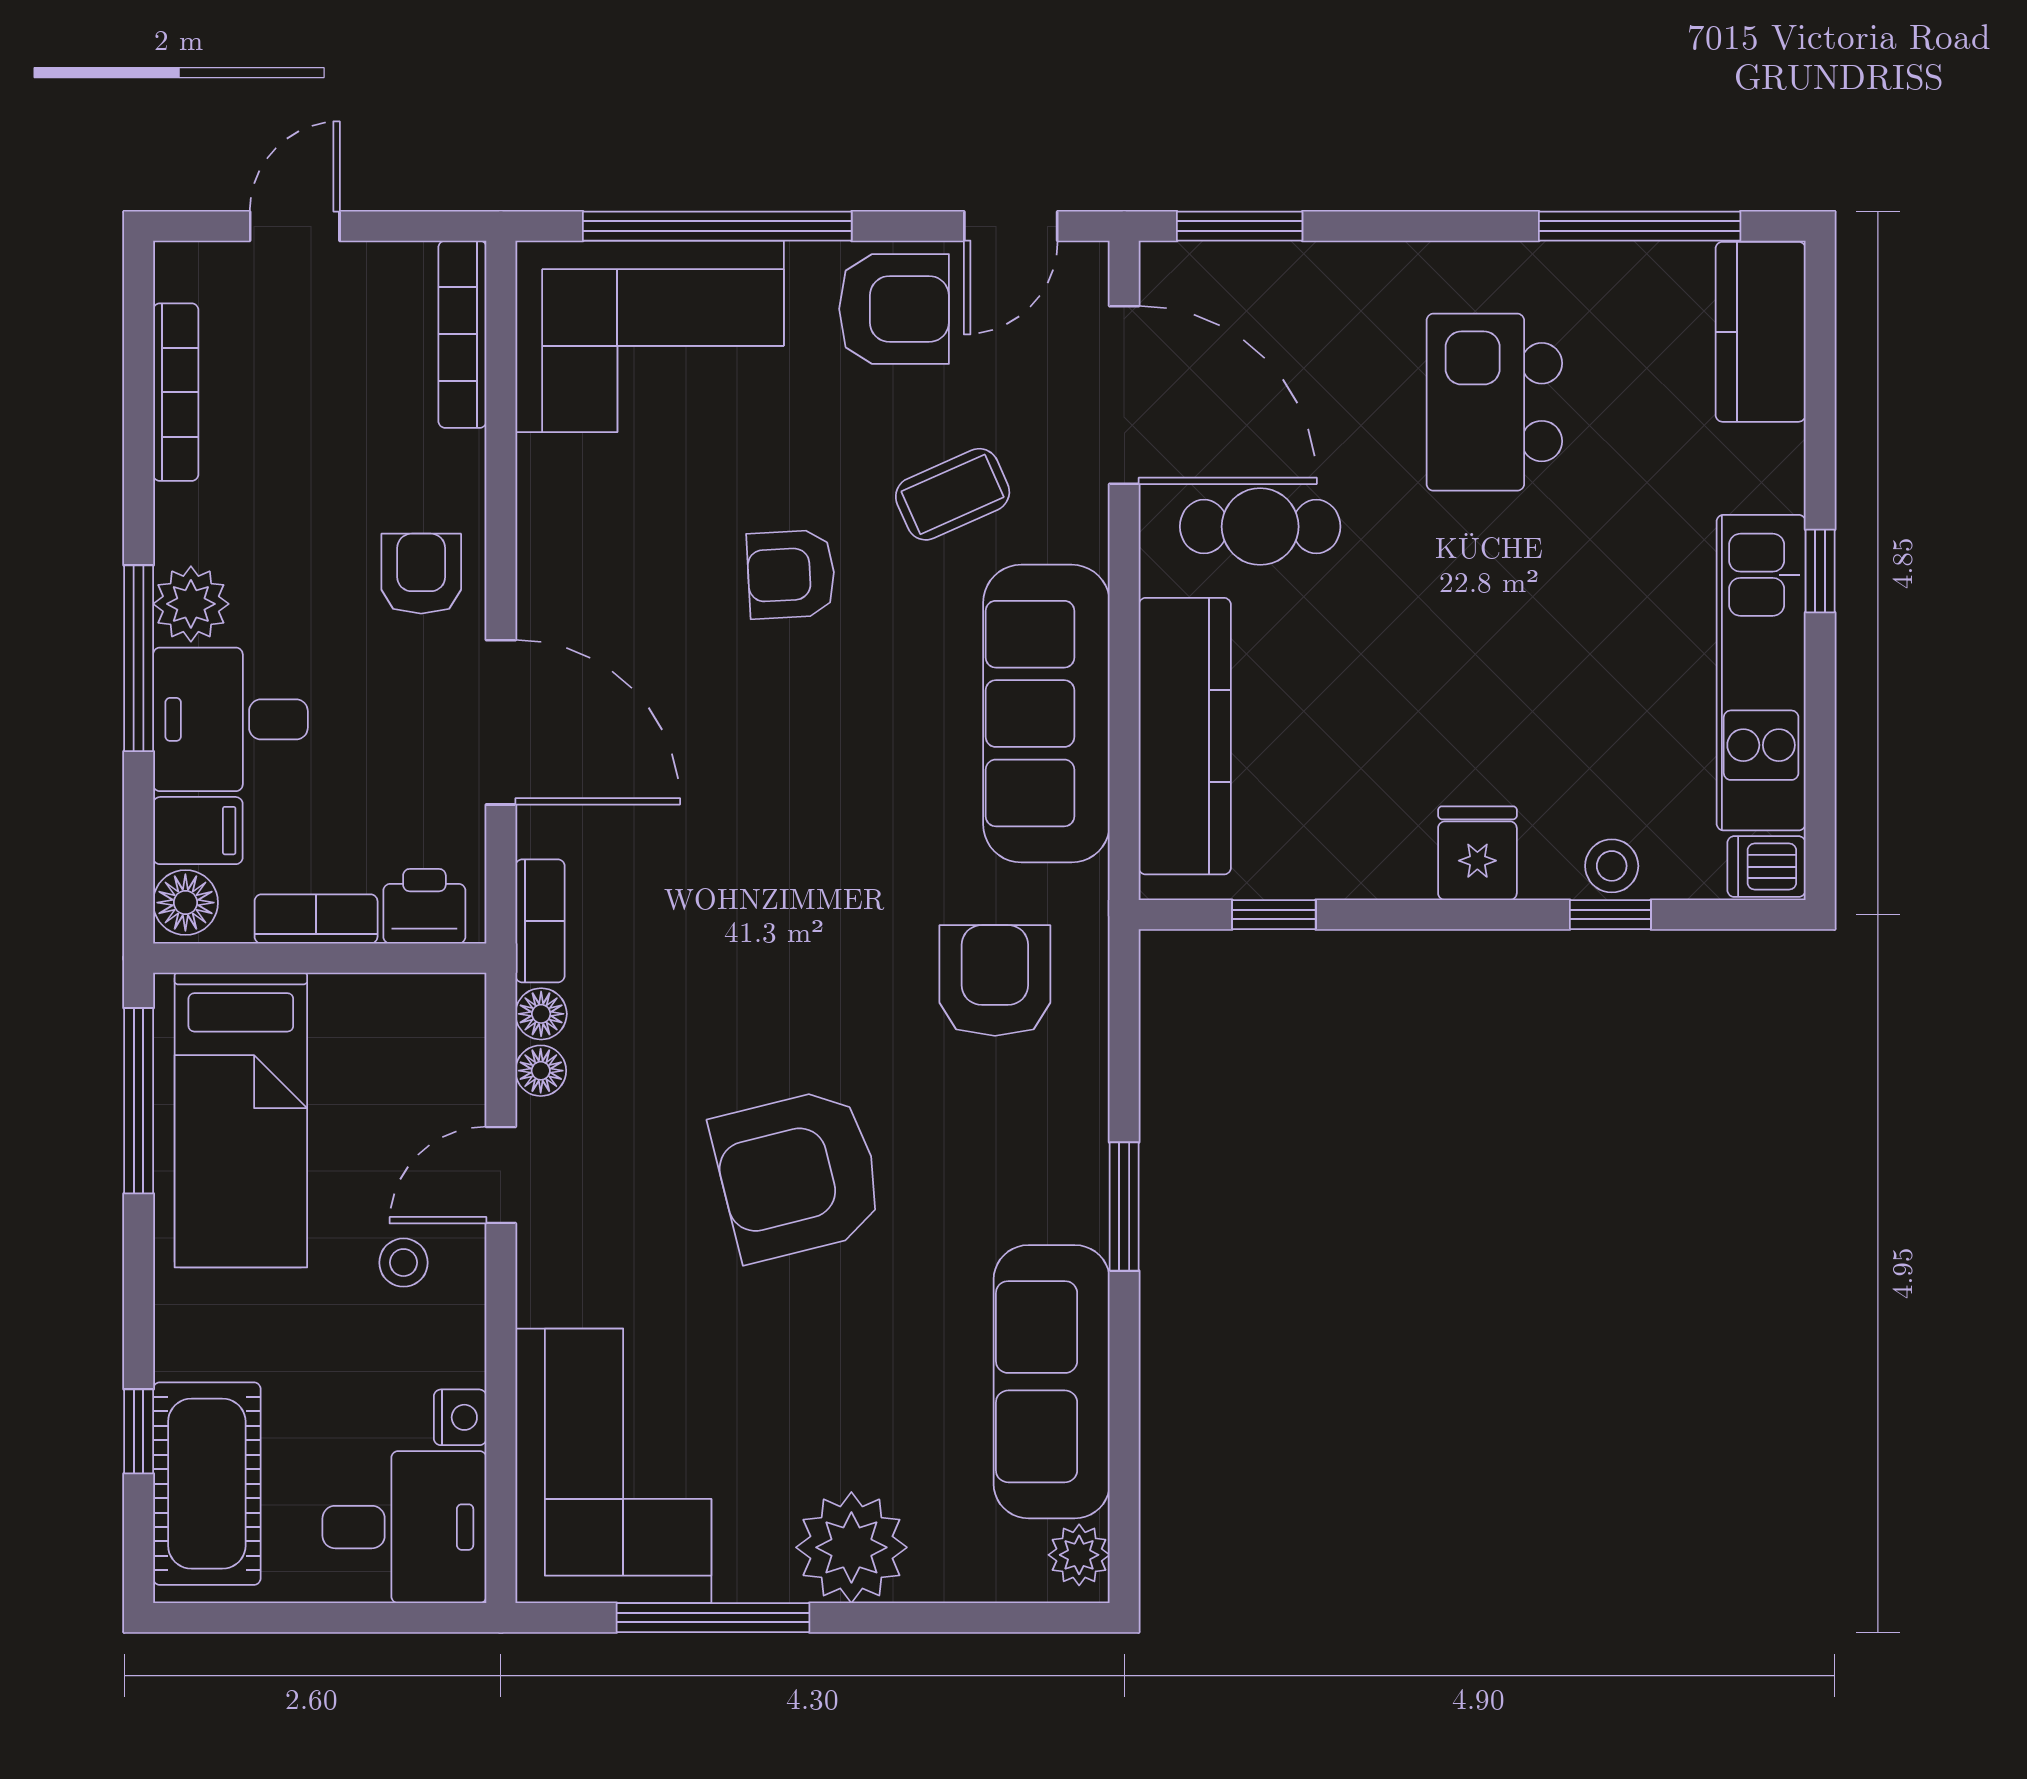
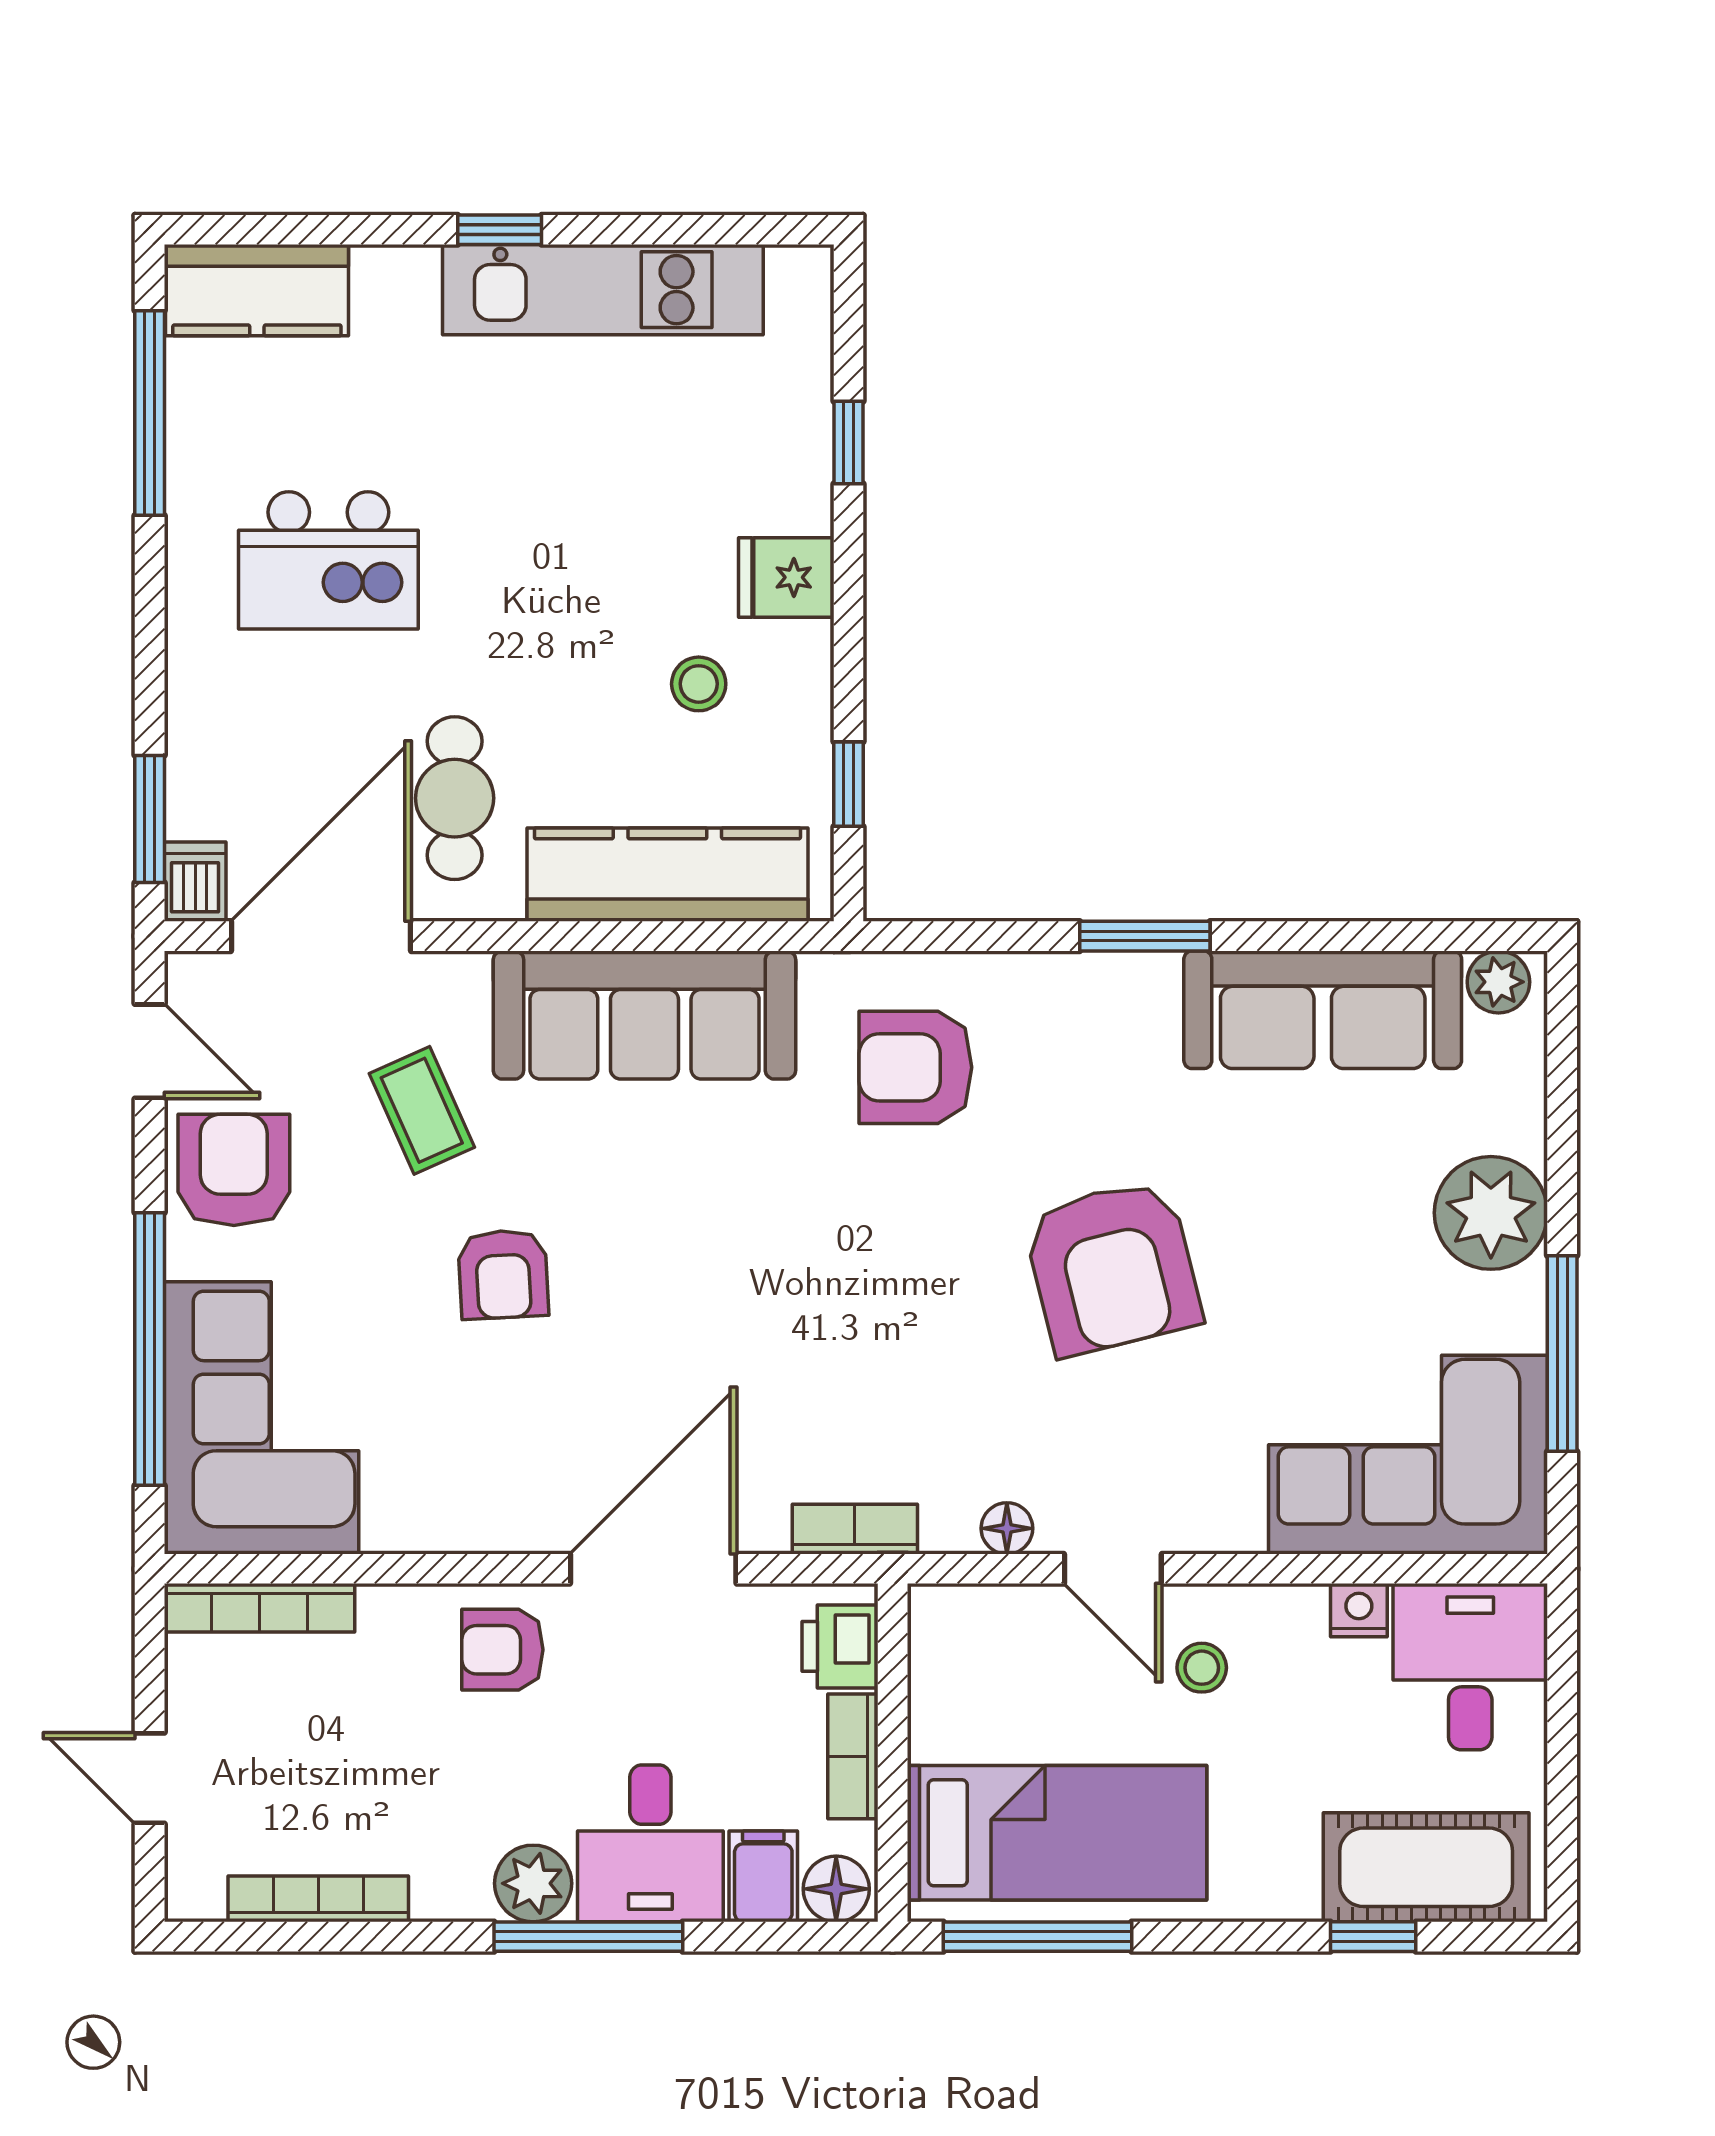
stool: (1612, 866) -> (699, 684), moved
dishwasher: (1766, 867) -> (195, 882), moved, turned 180
floor lamp: (541, 1014) -> (949, 1528), removed

